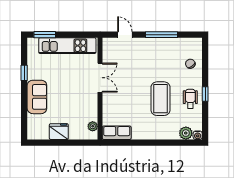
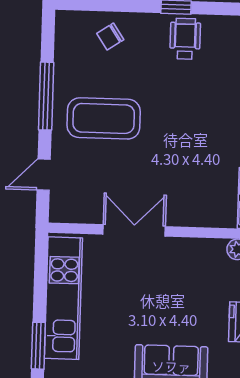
coffee table: (160, 99) -> (104, 118), moved
wheelchair: (190, 99) -> (185, 39), turned 90

